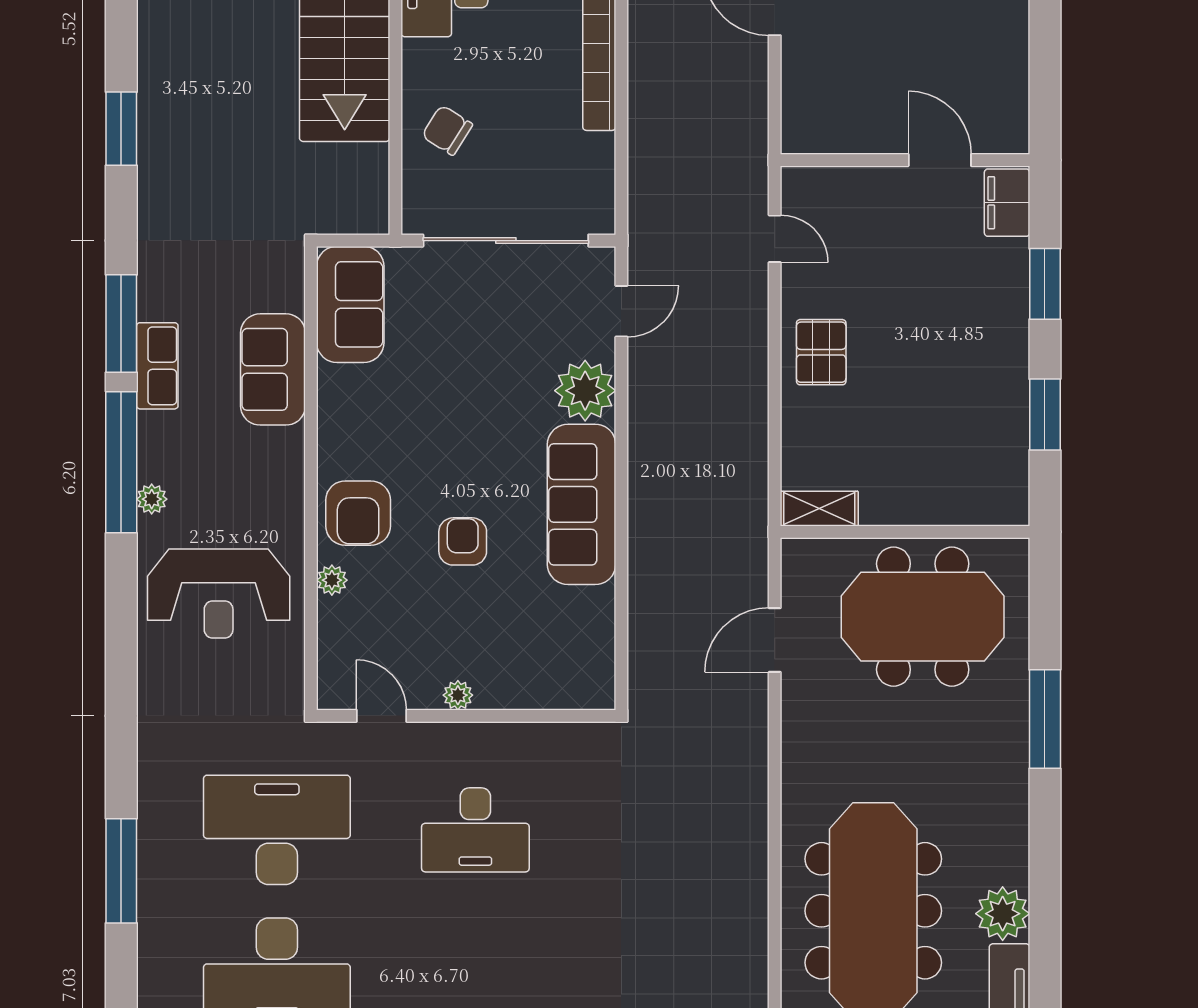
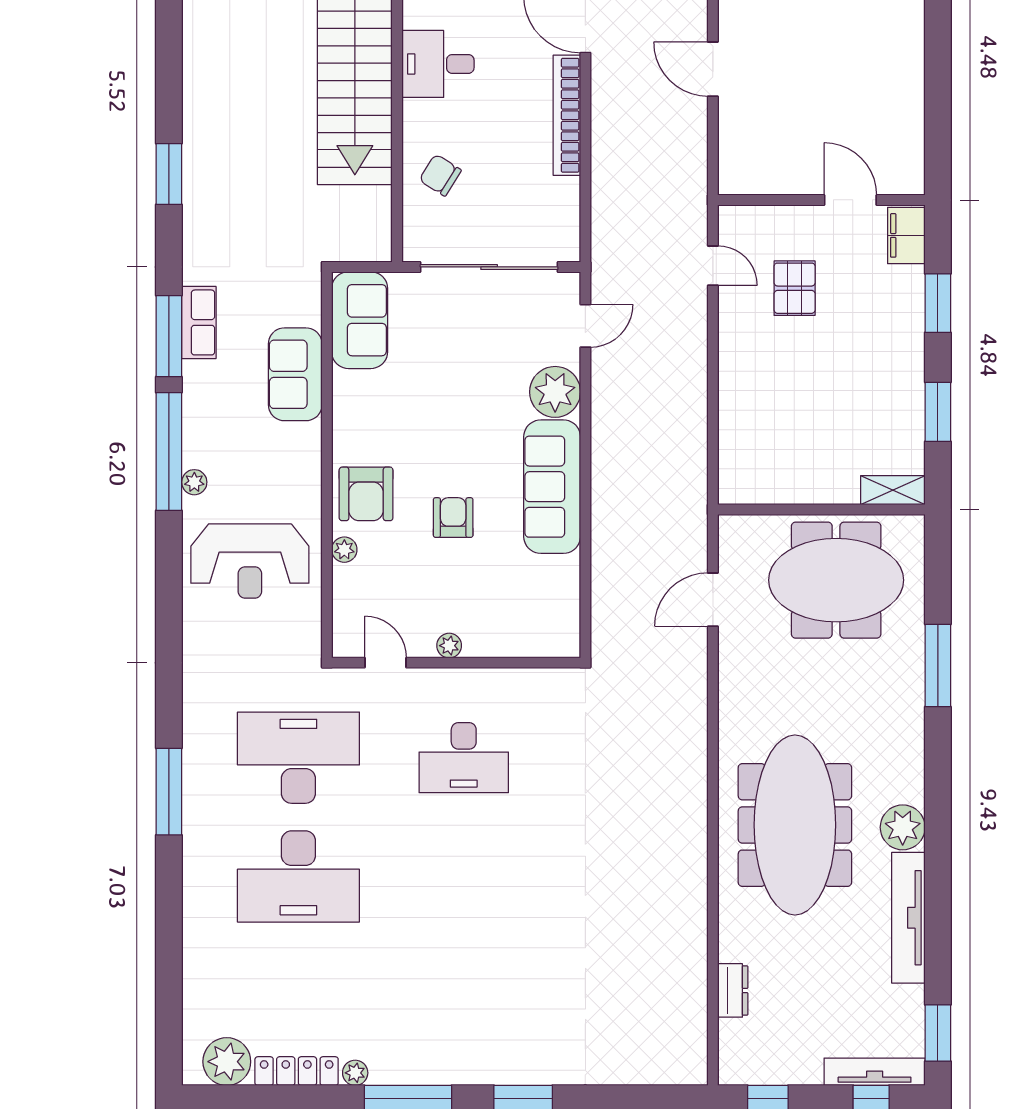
pallet: (821, 352) -> (795, 288), moved
row of seats: (157, 366) -> (199, 322), moved
shelving: (819, 509) -> (893, 490), moved

